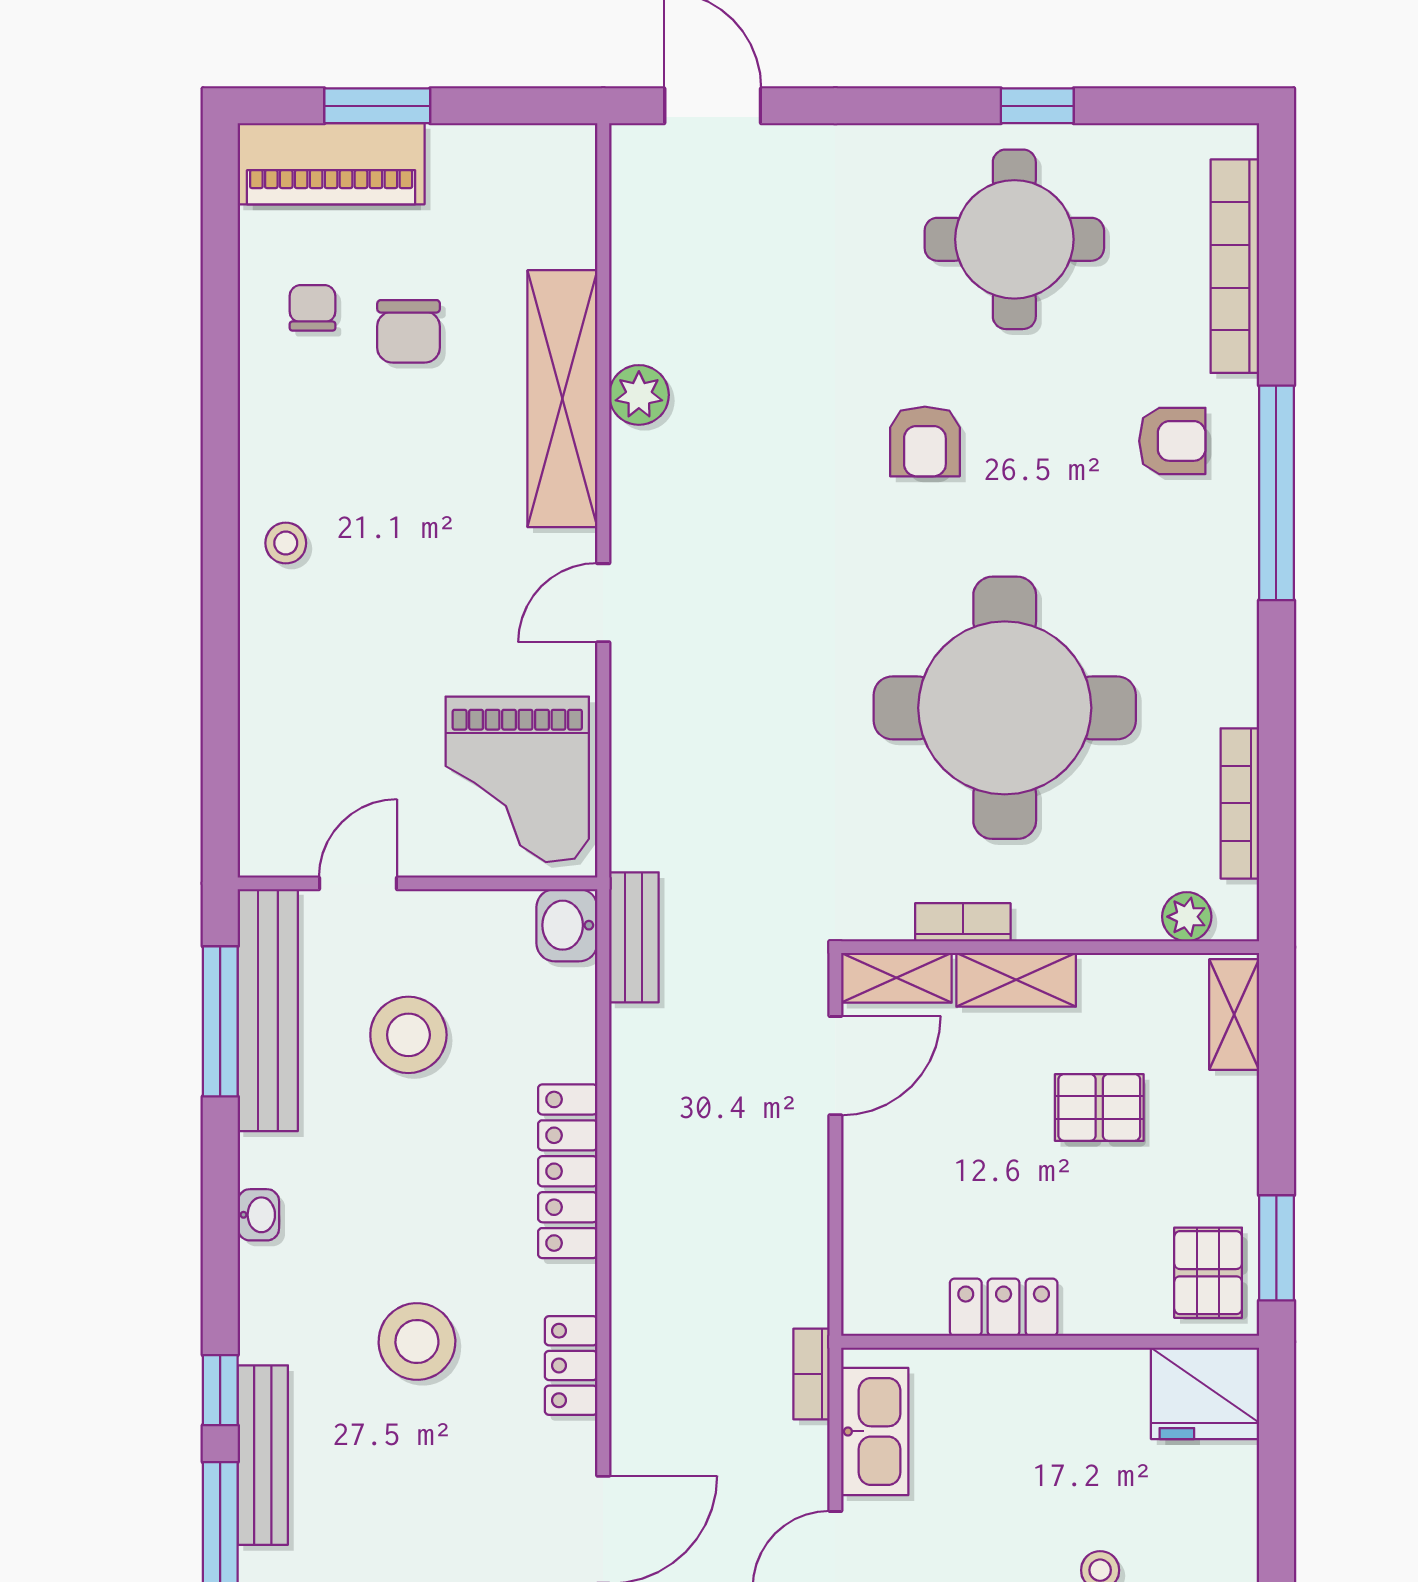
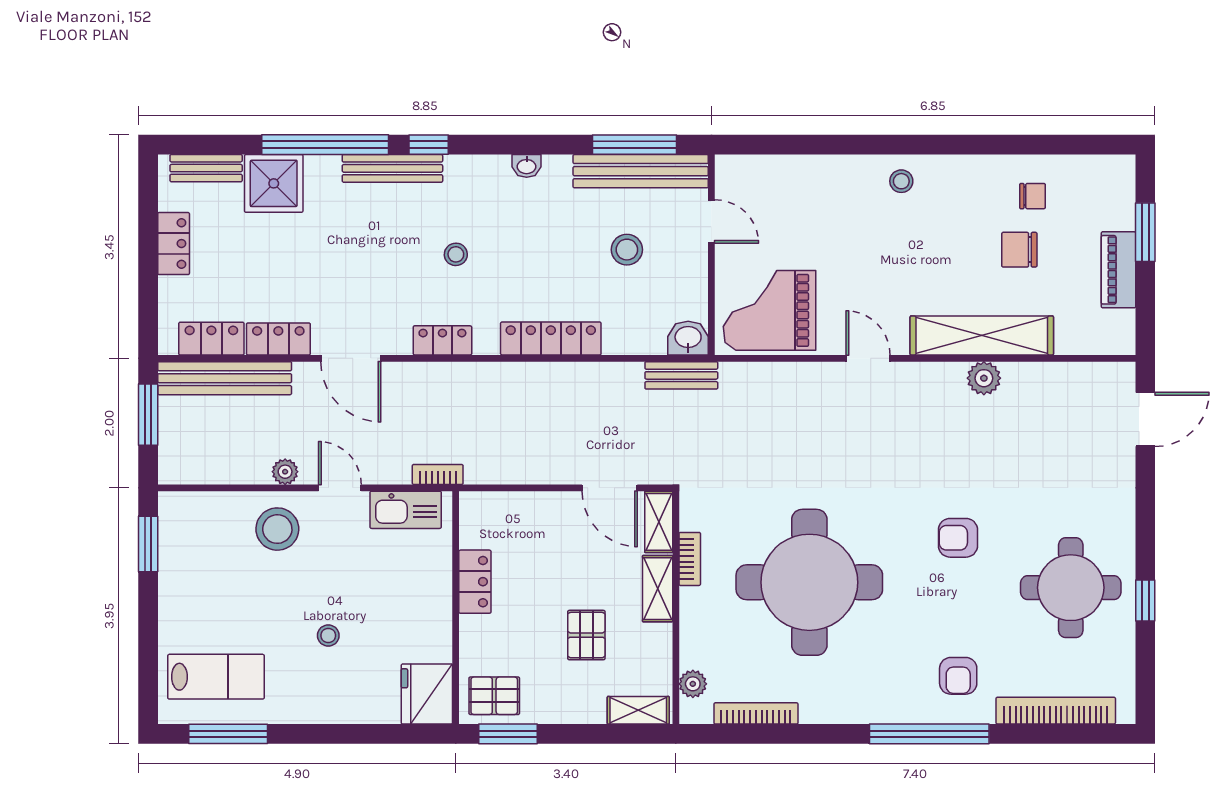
piano: (331, 164) -> (1118, 270), moved, width x0.73, depth x0.75
stool: (408, 1035) -> (627, 250), width x0.73, depth x0.73
stool: (417, 1342) -> (456, 254), width x0.53, depth x0.53

